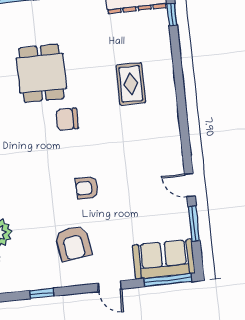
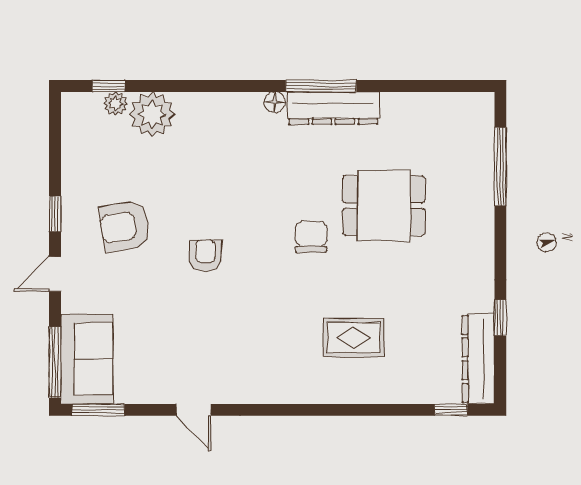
door: (190, 185) -> (193, 410), swing flipped
window: (194, 224) -> (98, 410), moved
window: (42, 293) -> (55, 214), moved

